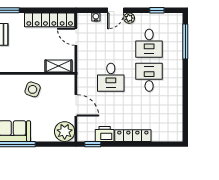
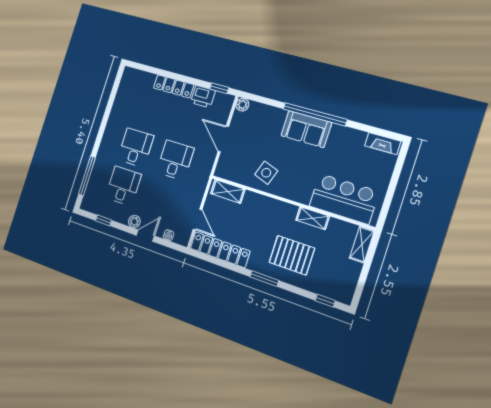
desk: (149, 77) -> (136, 148), turned 180
plant: (65, 132) -> (242, 105), width x0.53, depth x0.53

